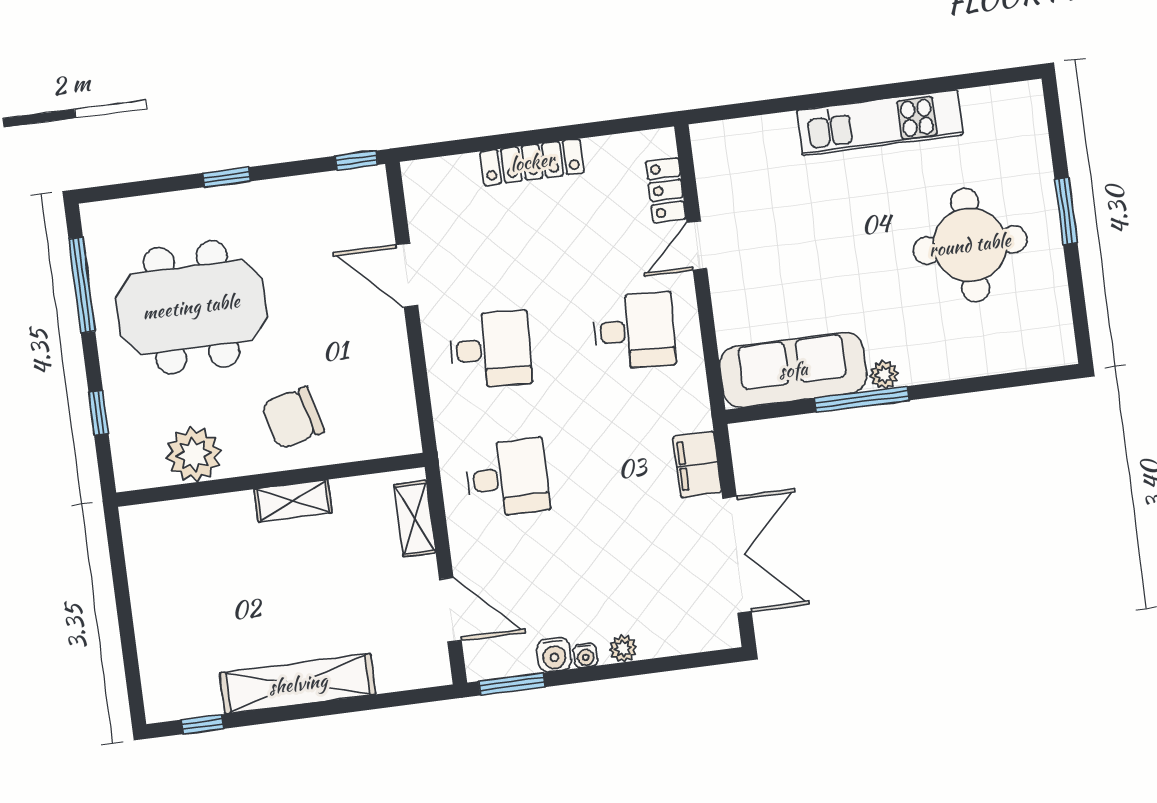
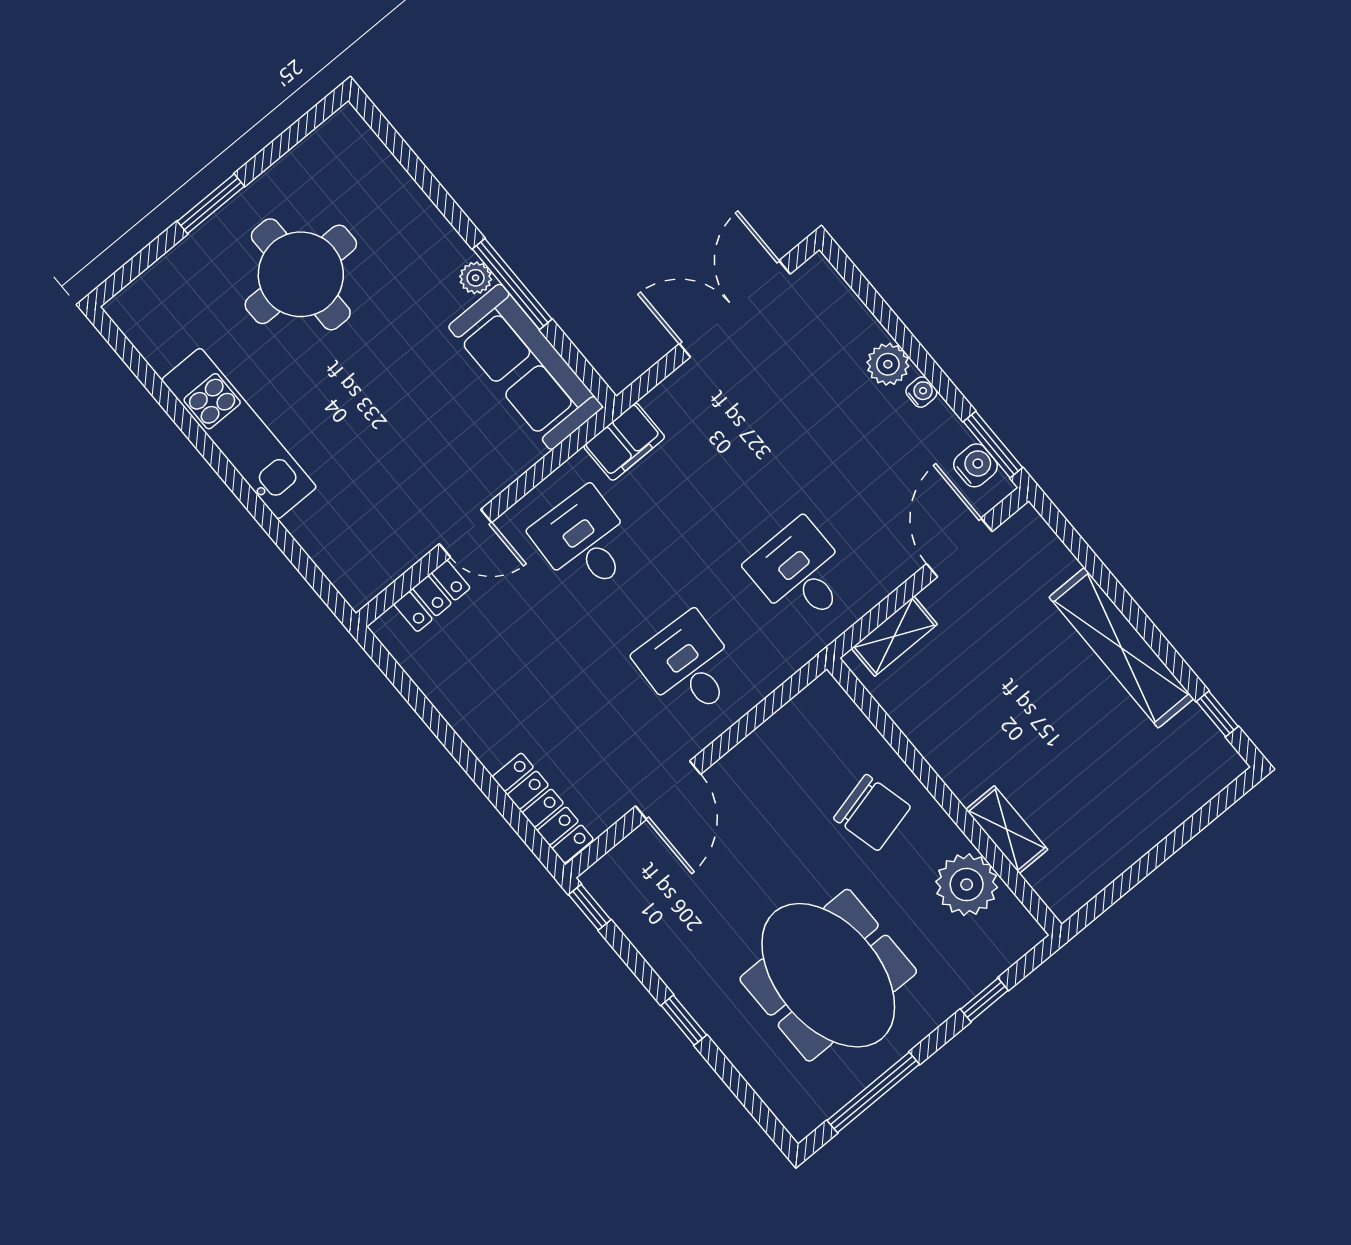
locker: (532, 162) -> (543, 808), moved
filing cabinet: (697, 464) -> (624, 442), moved
shelving: (293, 501) -> (1007, 830), moved
plant: (623, 649) -> (888, 364), width x1.38, depth x1.38
water cooler: (554, 655) -> (975, 465), moved

